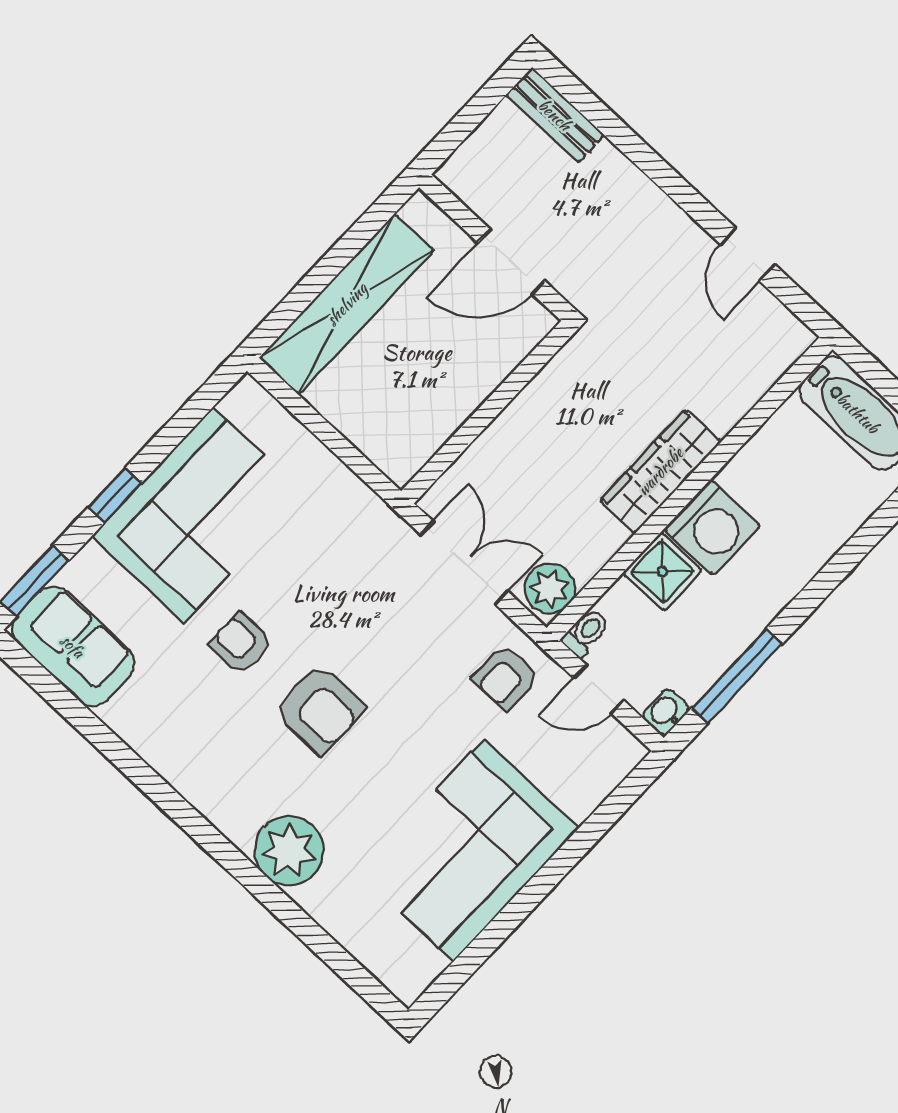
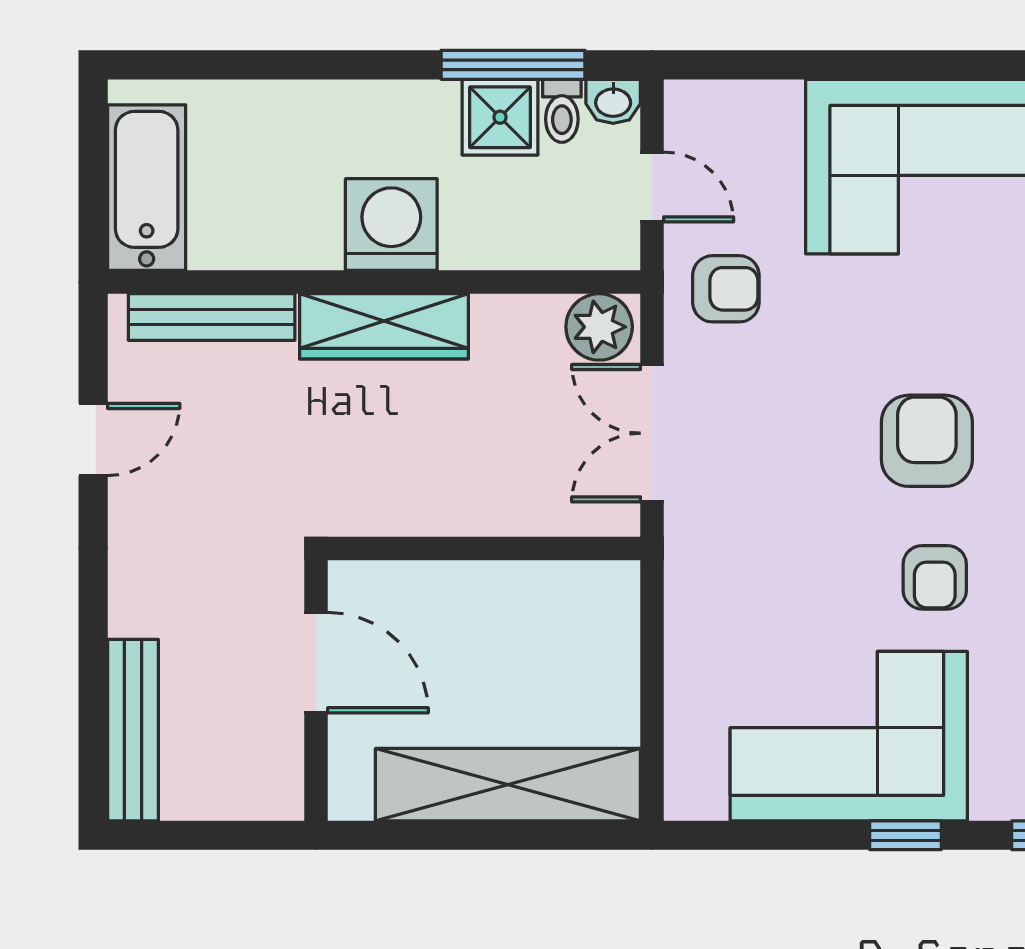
bench: (555, 115) -> (133, 730), width x1.36
bench: (754, 382) -> (212, 317), added
shower: (662, 572) -> (500, 117), moved
toilet: (586, 633) -> (562, 111), moved, turned -90

